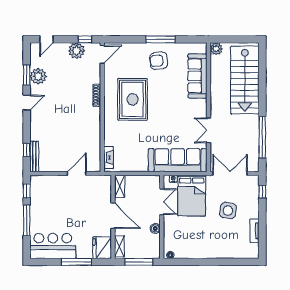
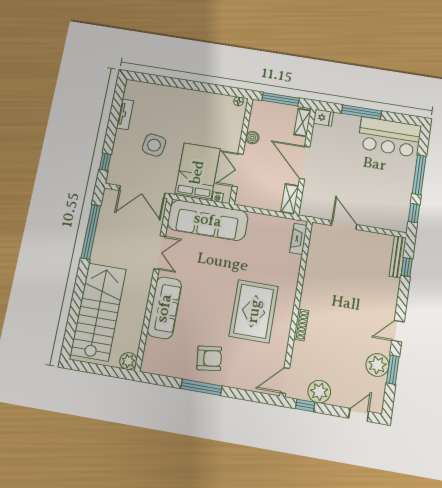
sofa: (197, 76) -> (164, 308), moved
door: (77, 173) -> (344, 225), swing flipped
fridge: (102, 248) -> (323, 118), width x0.53, depth x0.75

